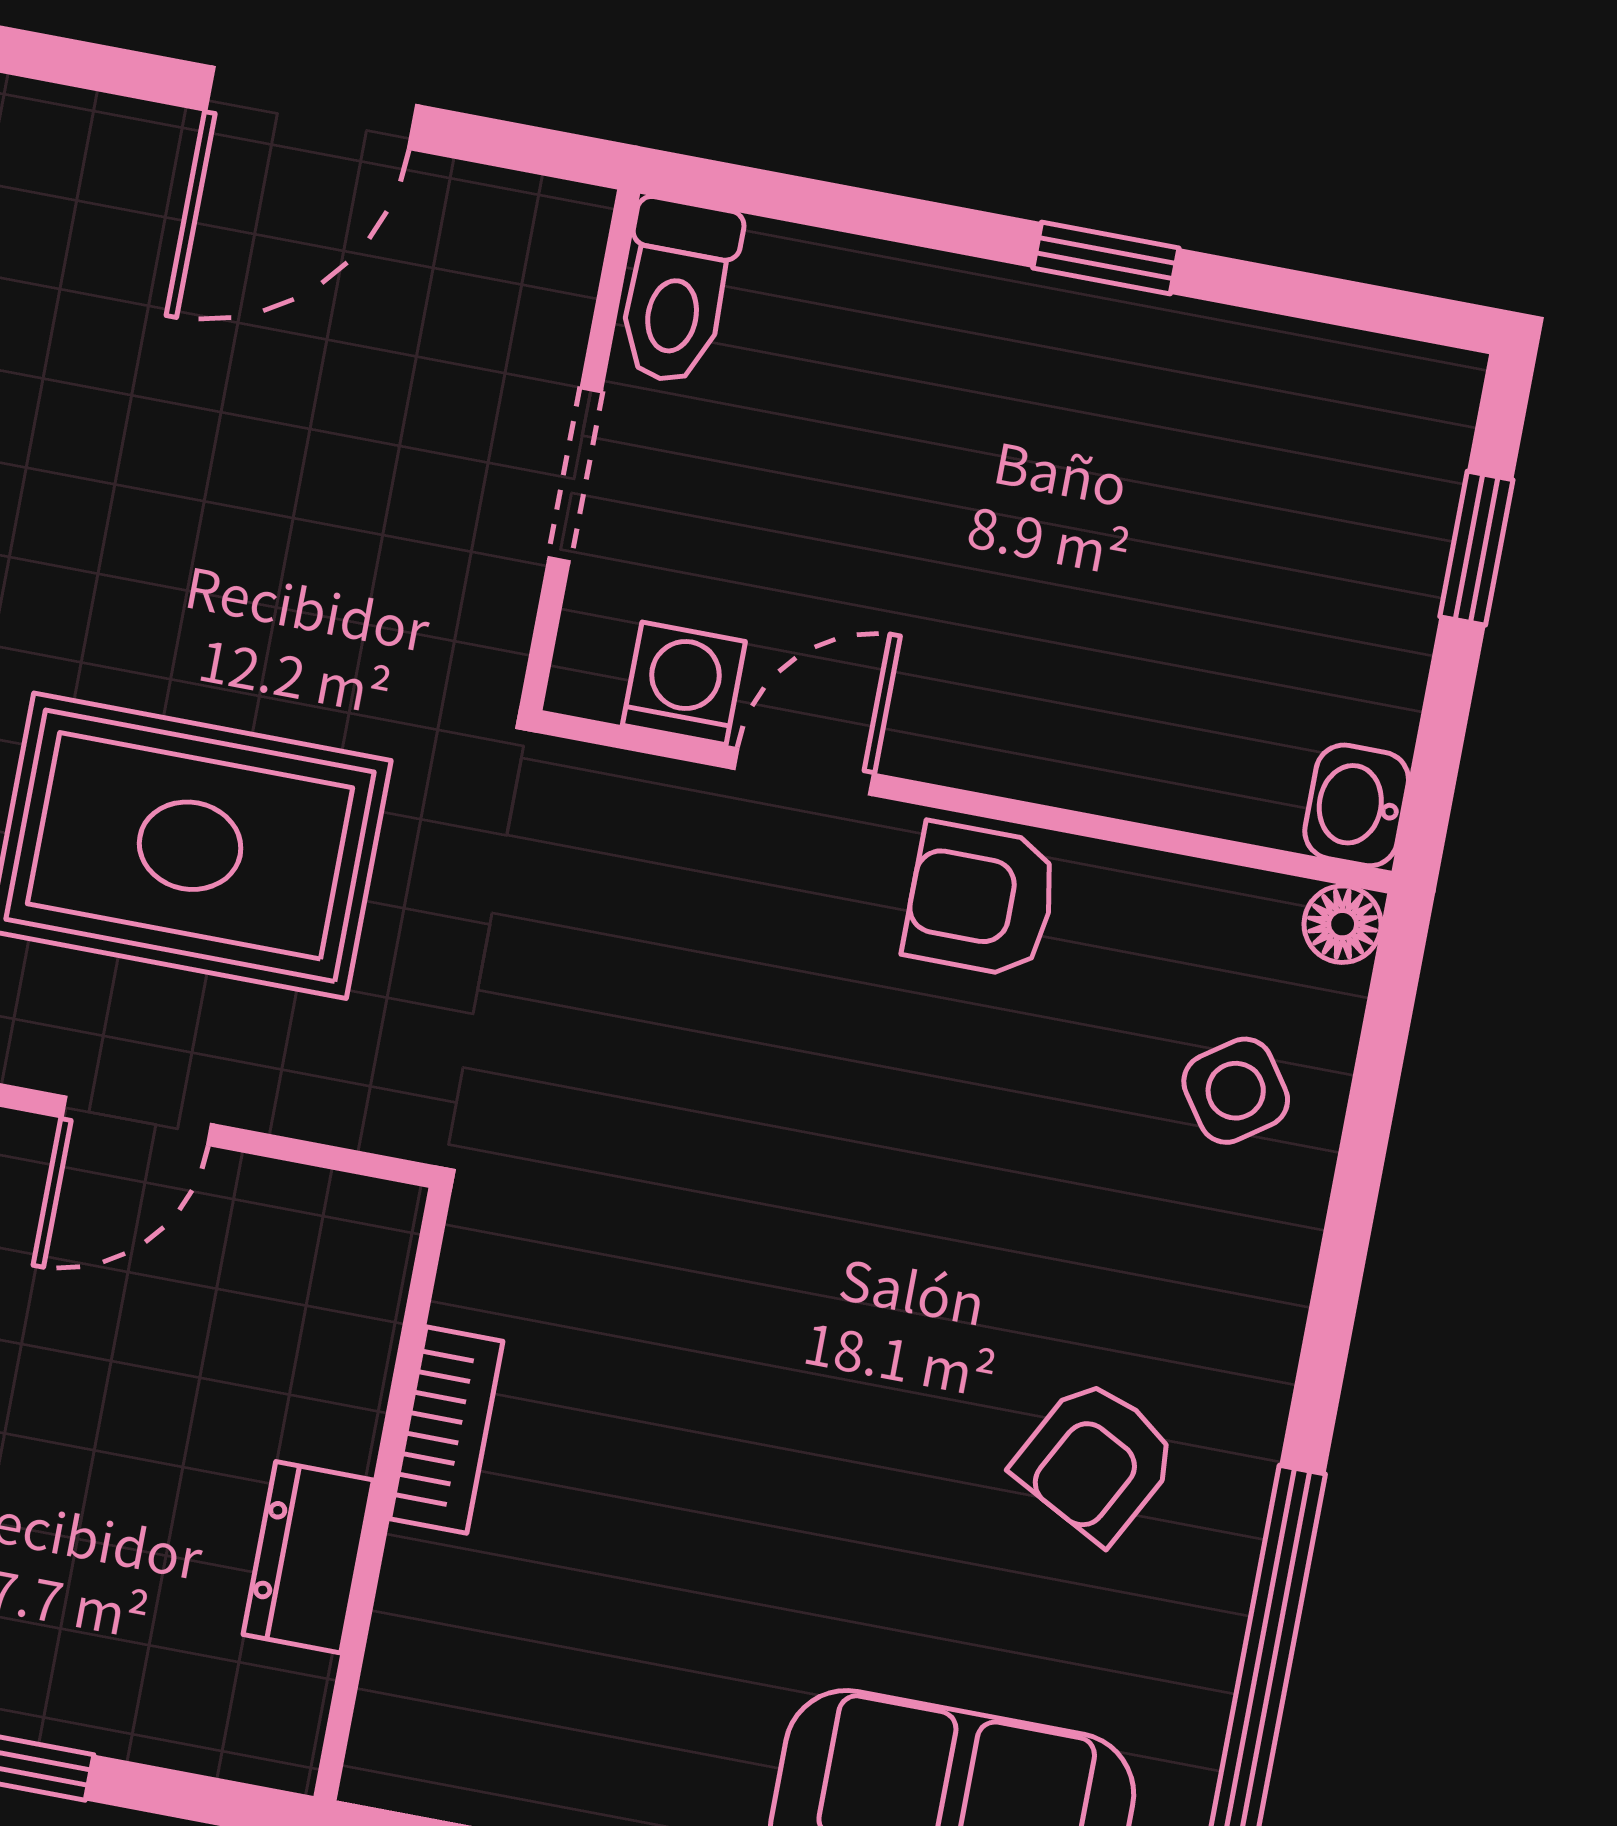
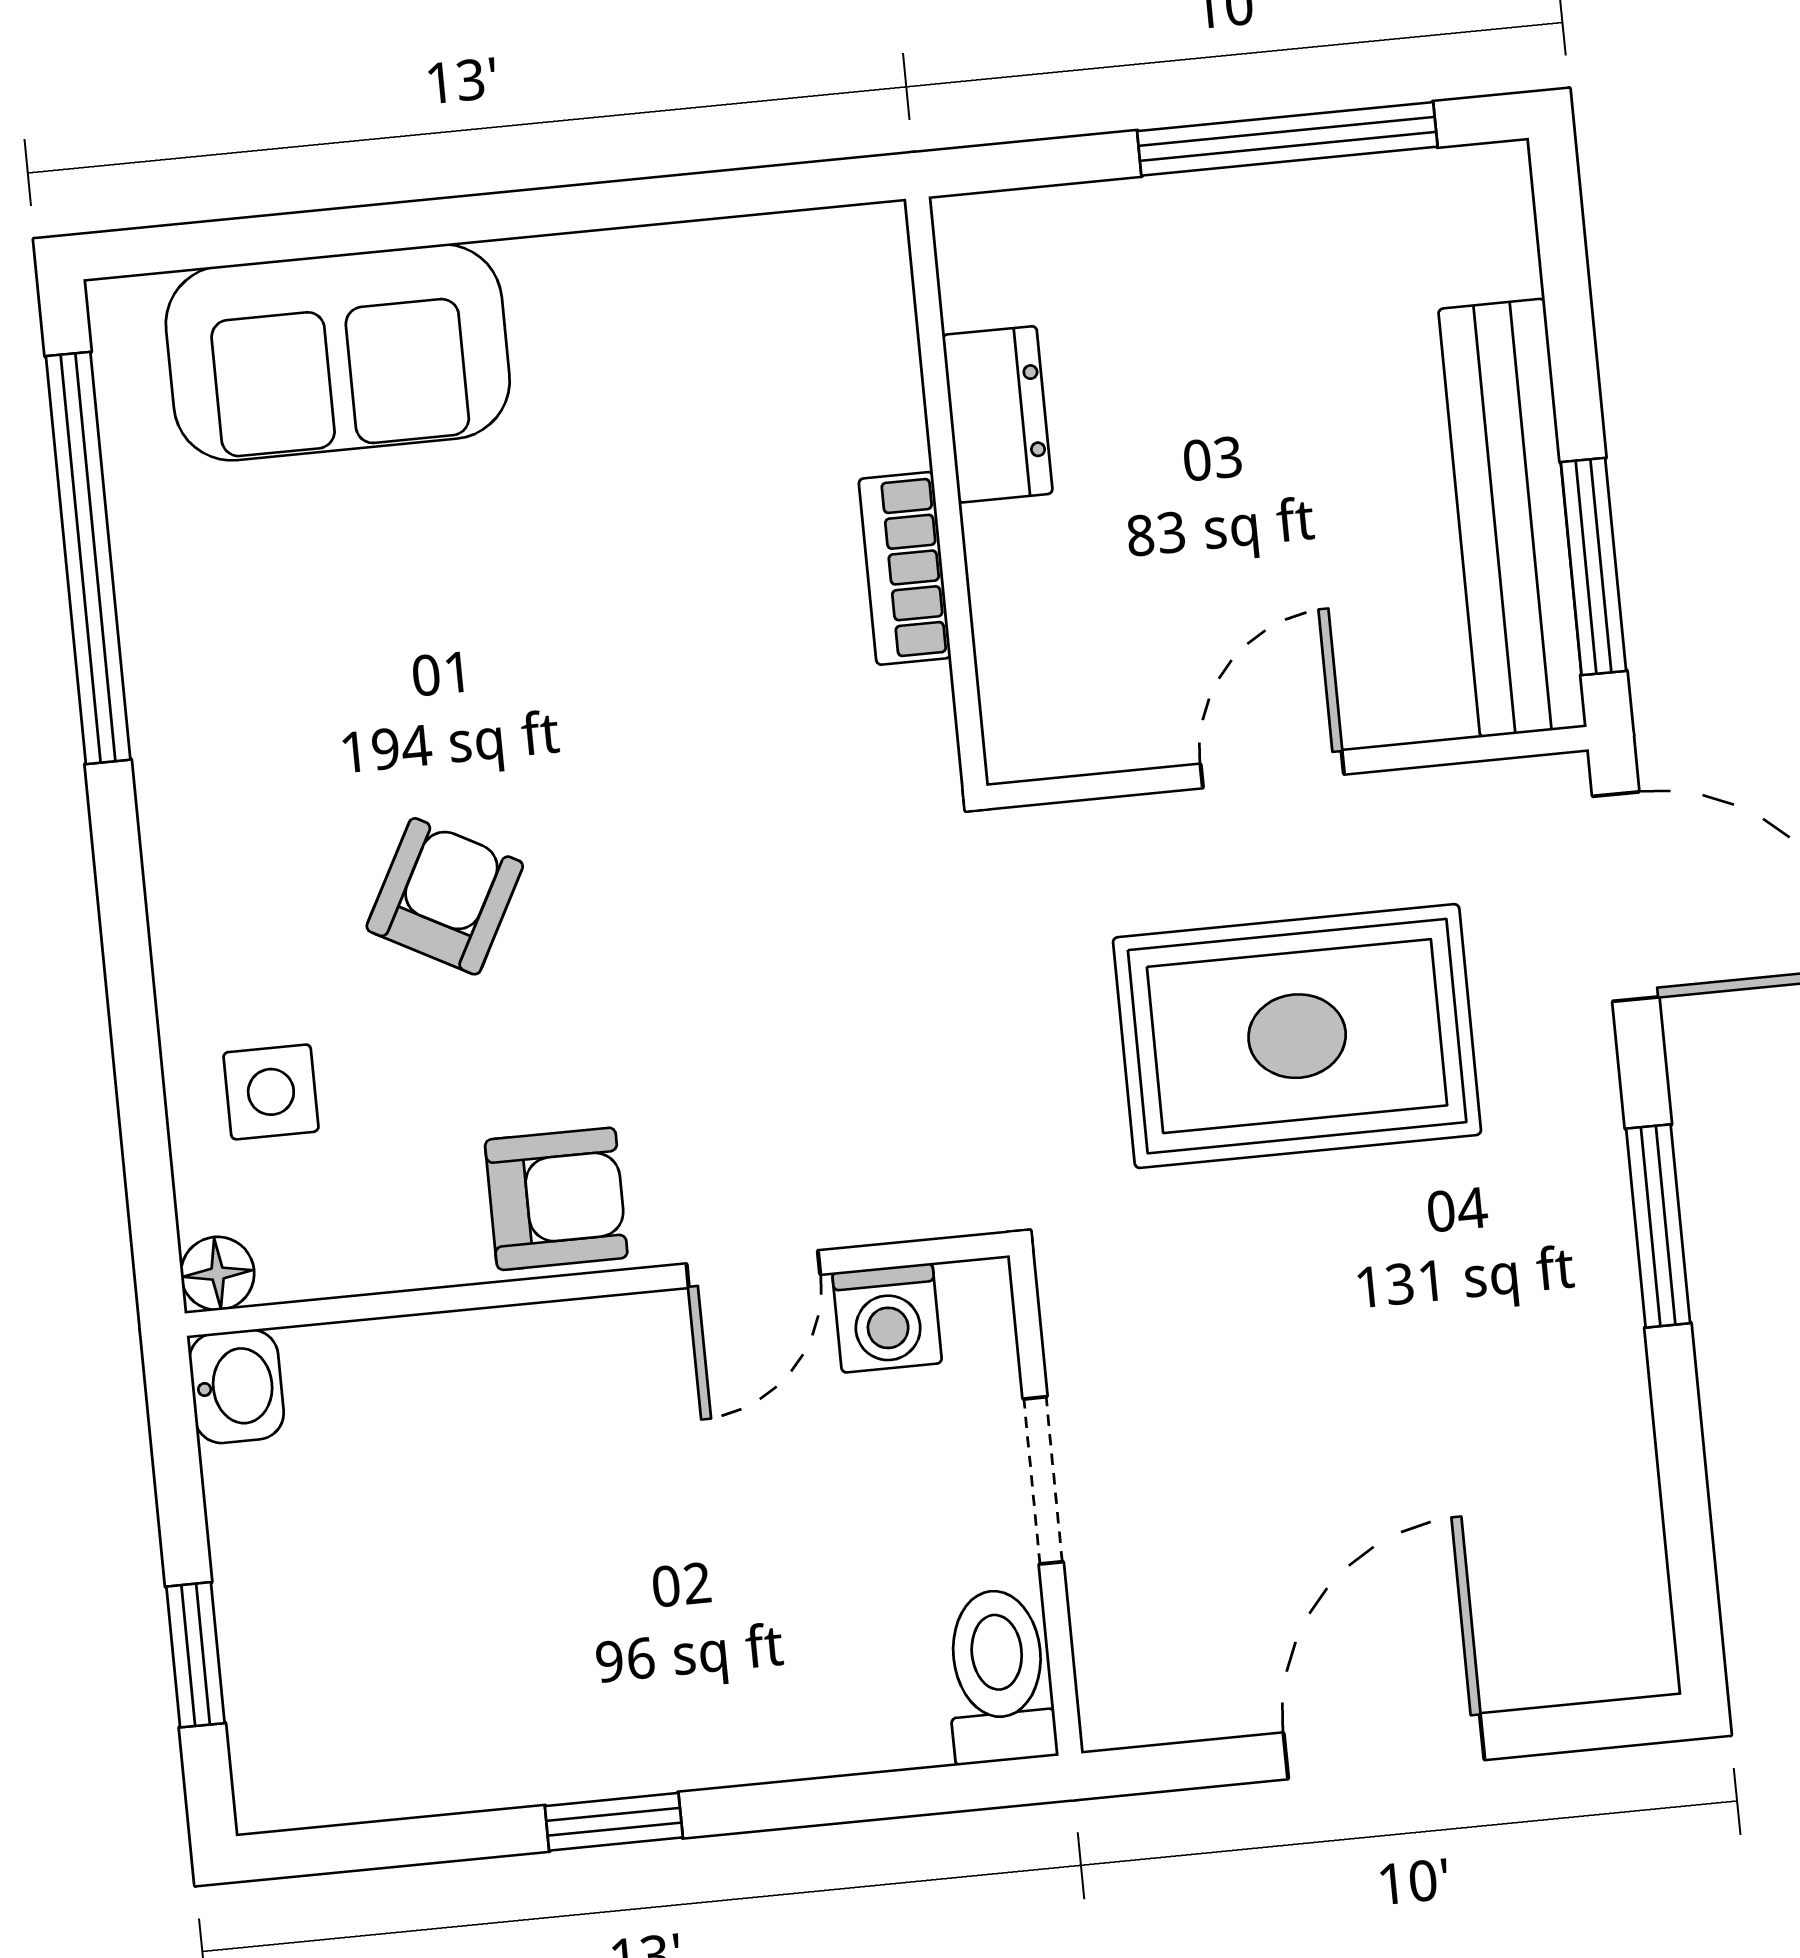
side table: (1236, 1091) -> (271, 1092), turned 35
armchair: (1096, 1460) -> (445, 896), moved

